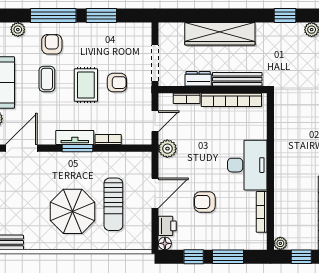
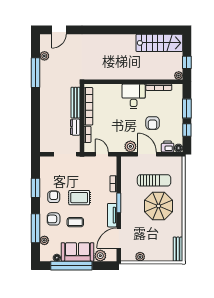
window: (53, 16) -> (35, 228), moved
window: (285, 16) -> (35, 73), width x2.17
wardrobe: (220, 34) -> (47, 113), removed
armchair: (117, 83) -> (54, 197), moved
tv unit: (75, 138) -> (112, 215), moved
door: (21, 148) -> (119, 238), hinge flipped
plant: (167, 149) -> (130, 146), moved
desk: (247, 165) -> (134, 96), width x0.73

